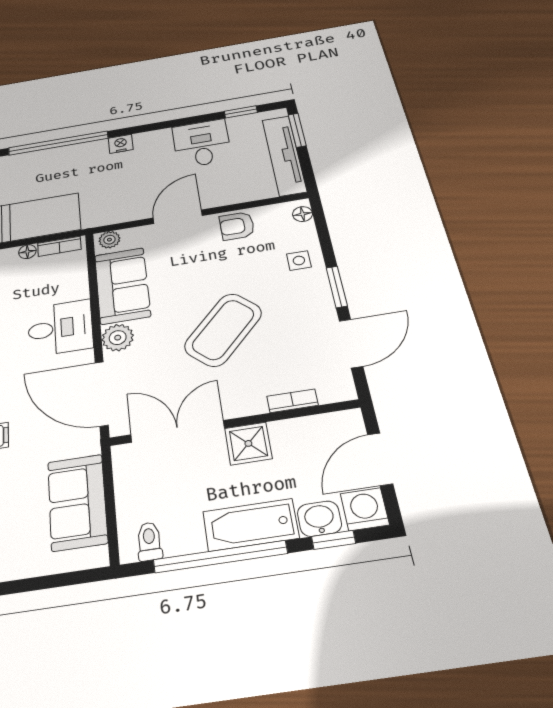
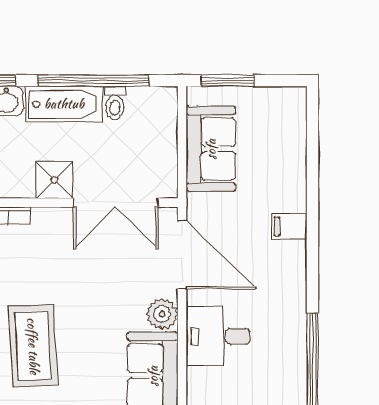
coffee table: (223, 330) -> (33, 346), moved, turned -46
toilet: (149, 541) -> (115, 103), moved
window: (62, 580) -> (228, 81), added

